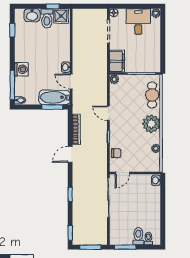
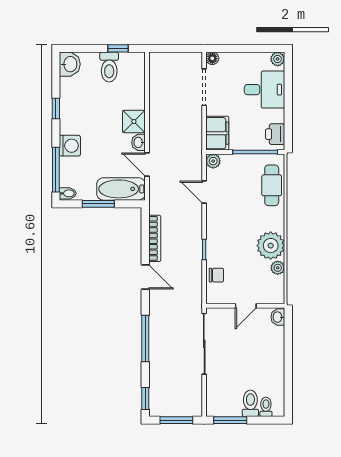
washbasin: (32, 15) -> (70, 64), moved, turned -90
shower: (61, 16) -> (134, 122), moved
desk: (138, 22) -> (265, 90), moved, turned 90
window: (12, 30) -> (56, 108), moved
printer: (154, 62) -> (275, 134), added
window: (52, 107) -> (98, 204), moved
door: (108, 113) -> (204, 192), moved
plant: (151, 124) -> (271, 246), moved
door: (70, 154) -> (145, 277), swing flipped
door: (122, 173) -> (246, 306), moved
window: (70, 194) -> (145, 339), width x2.17

